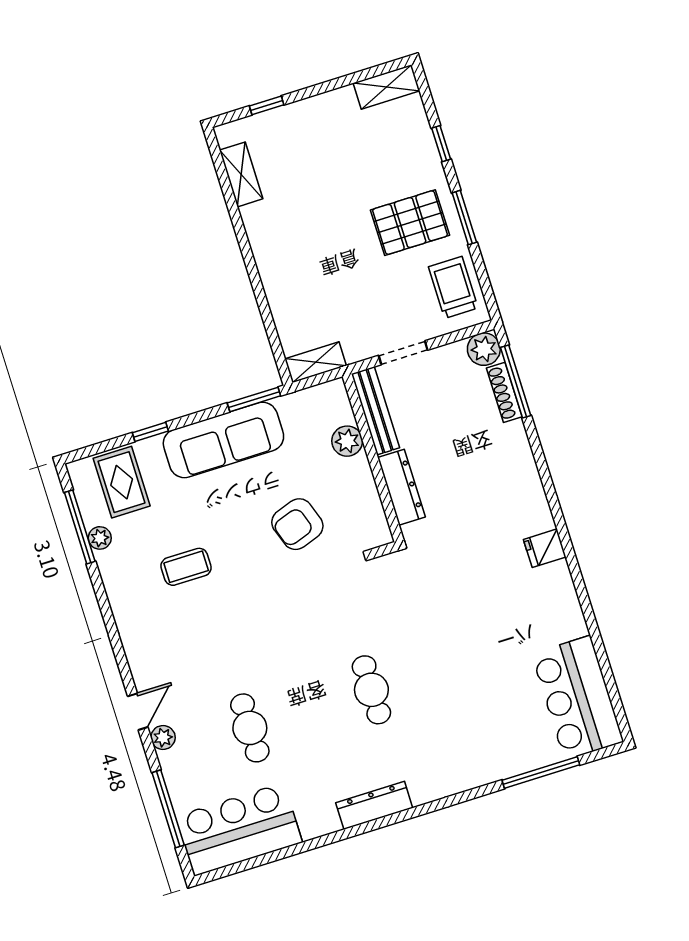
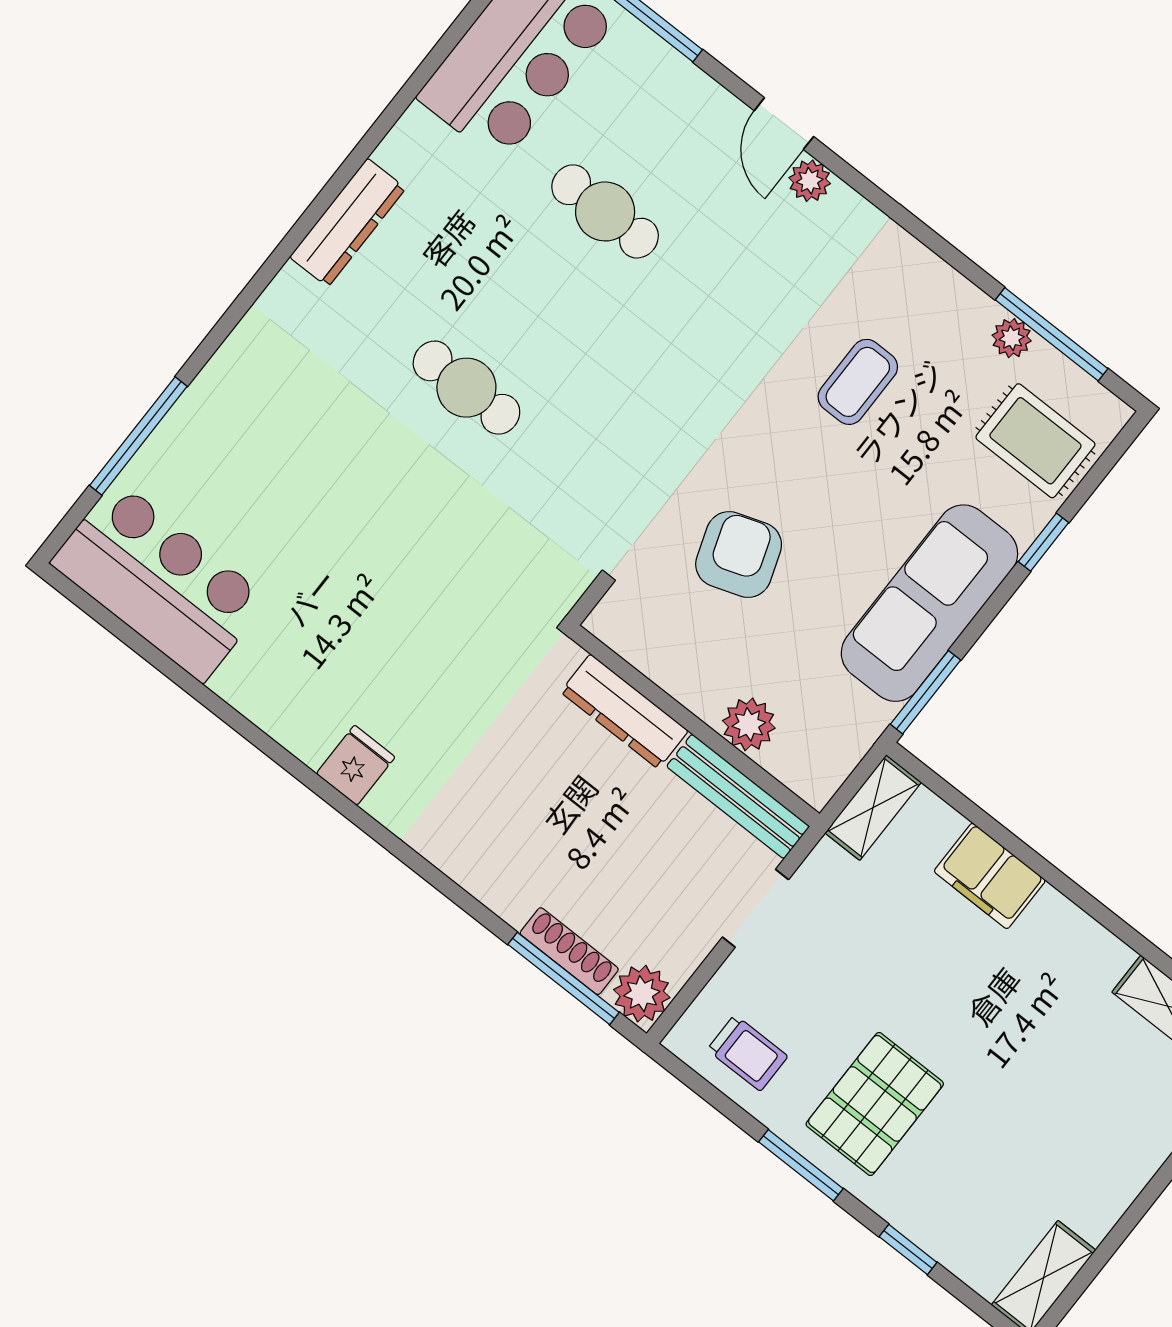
trolley: (453, 287) -> (748, 1053), width x0.73, depth x0.72
filing cabinet: (283, 293) -> (990, 876), added
plant: (163, 738) -> (810, 181), moved

